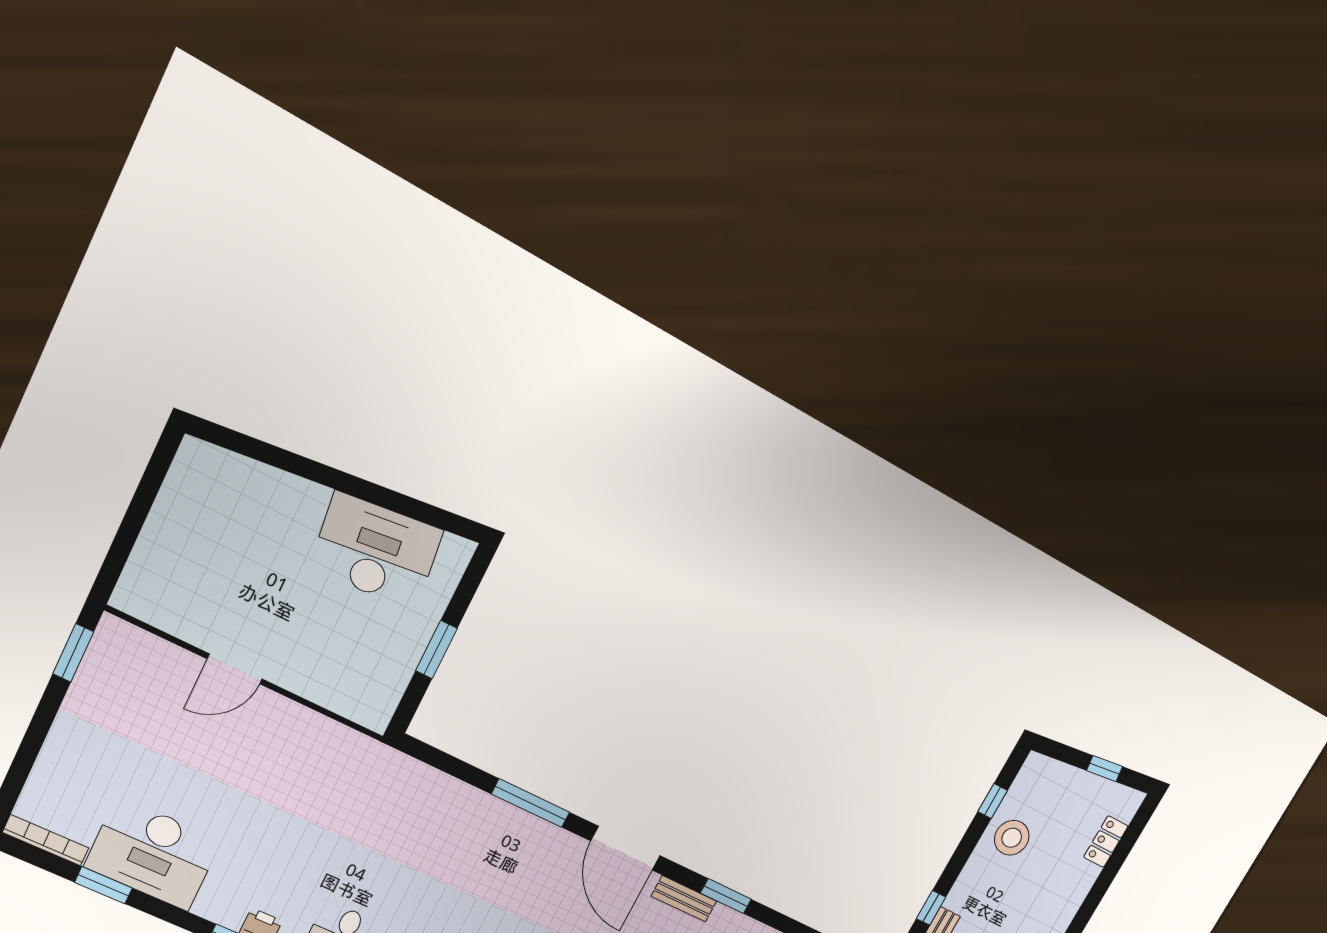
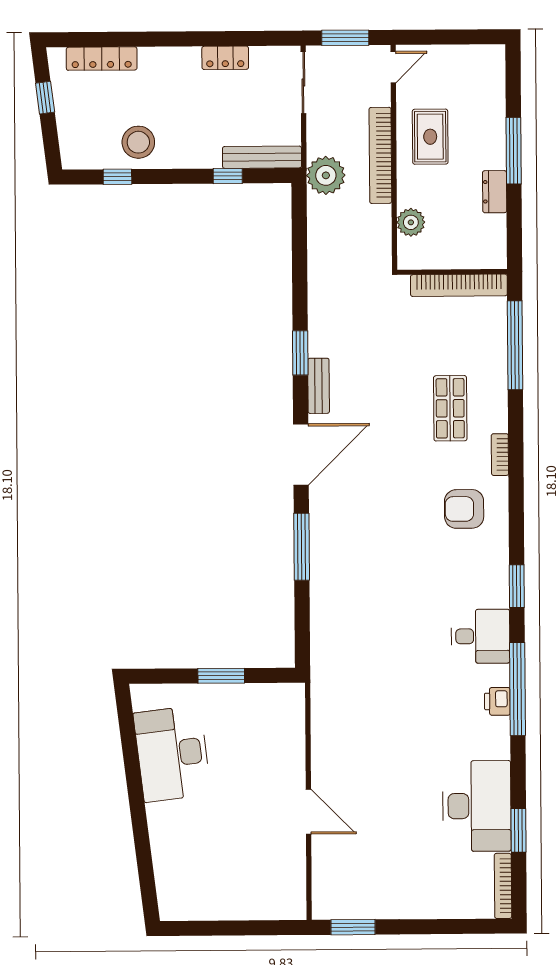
locker: (1106, 842) -> (102, 59), width x1.53

